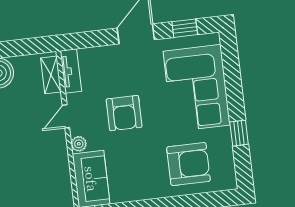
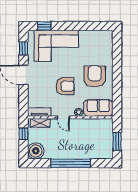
window: (27, 47) -> (23, 134), added
window: (239, 133) -> (44, 26), moved
armchair: (188, 164) -> (95, 76), moved

